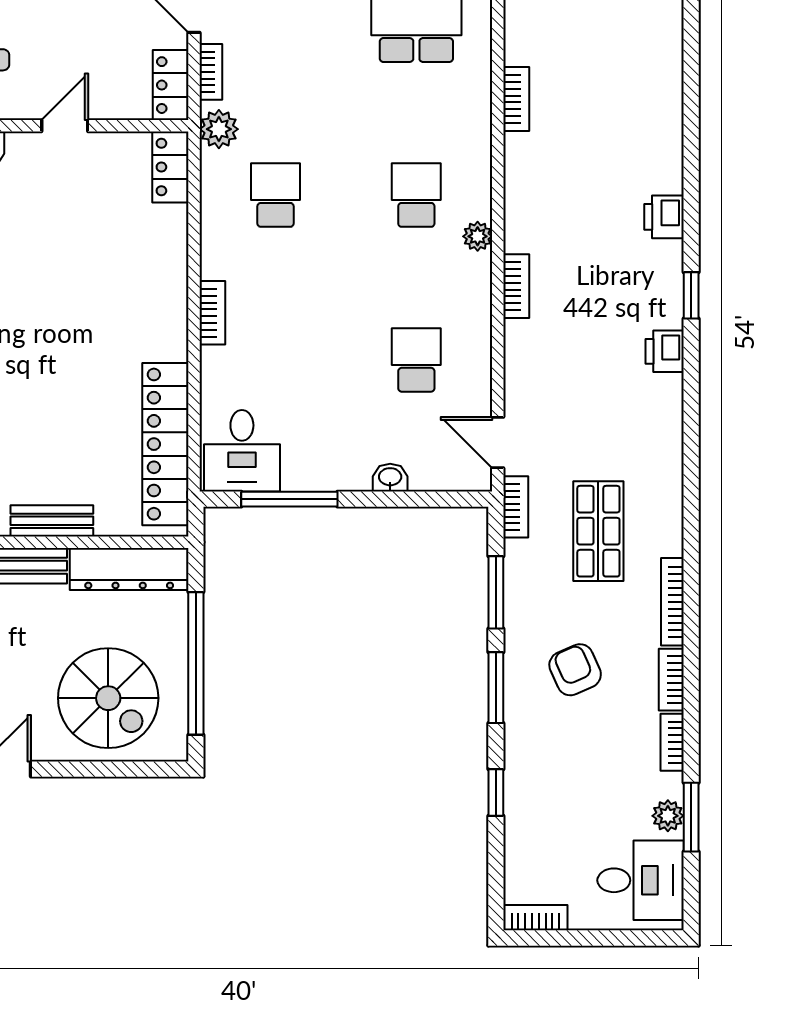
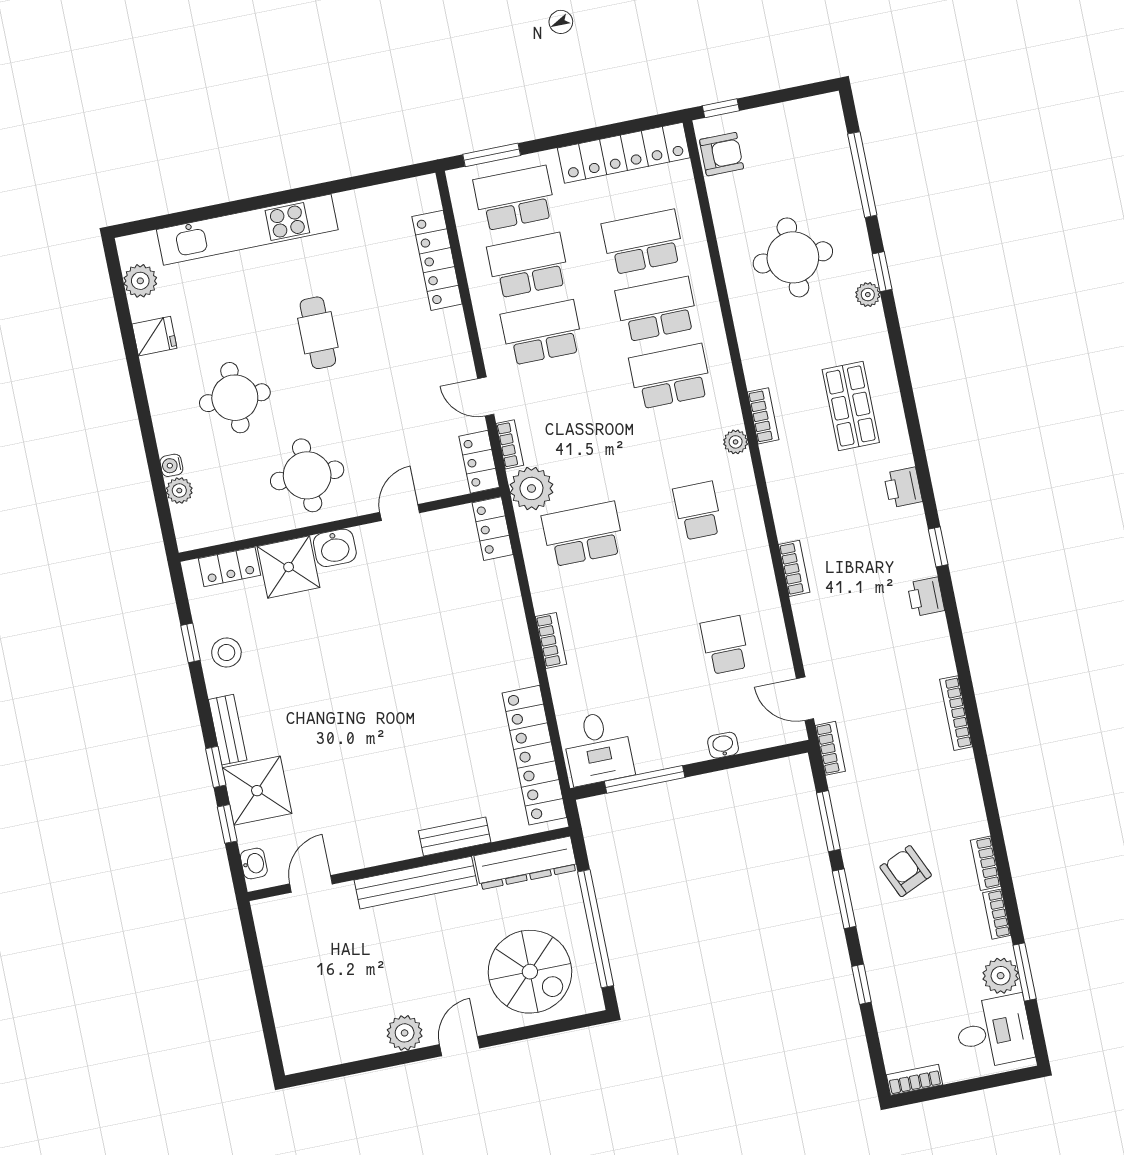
plant: (219, 129) -> (531, 488), width x1.36, depth x1.36
school desk: (276, 195) -> (583, 534), width x1.85
plant: (478, 236) -> (736, 442), moved
shop shelf: (598, 531) -> (851, 406), moved
bookcase: (672, 602) -> (956, 713), moved
plant: (668, 816) -> (1001, 976), width x1.38, depth x1.38

